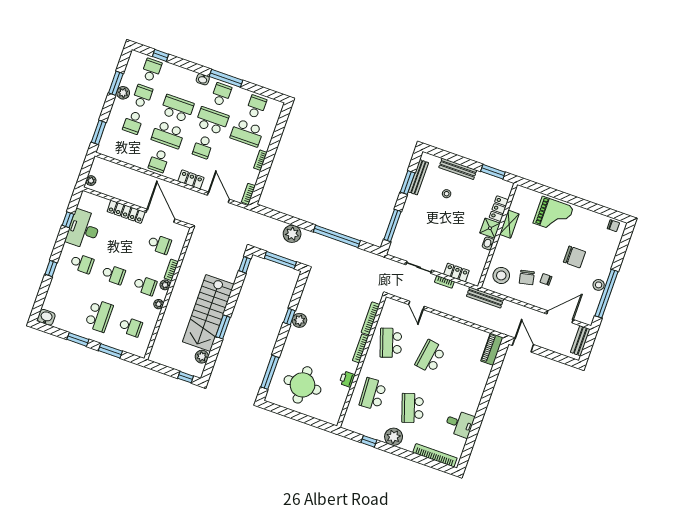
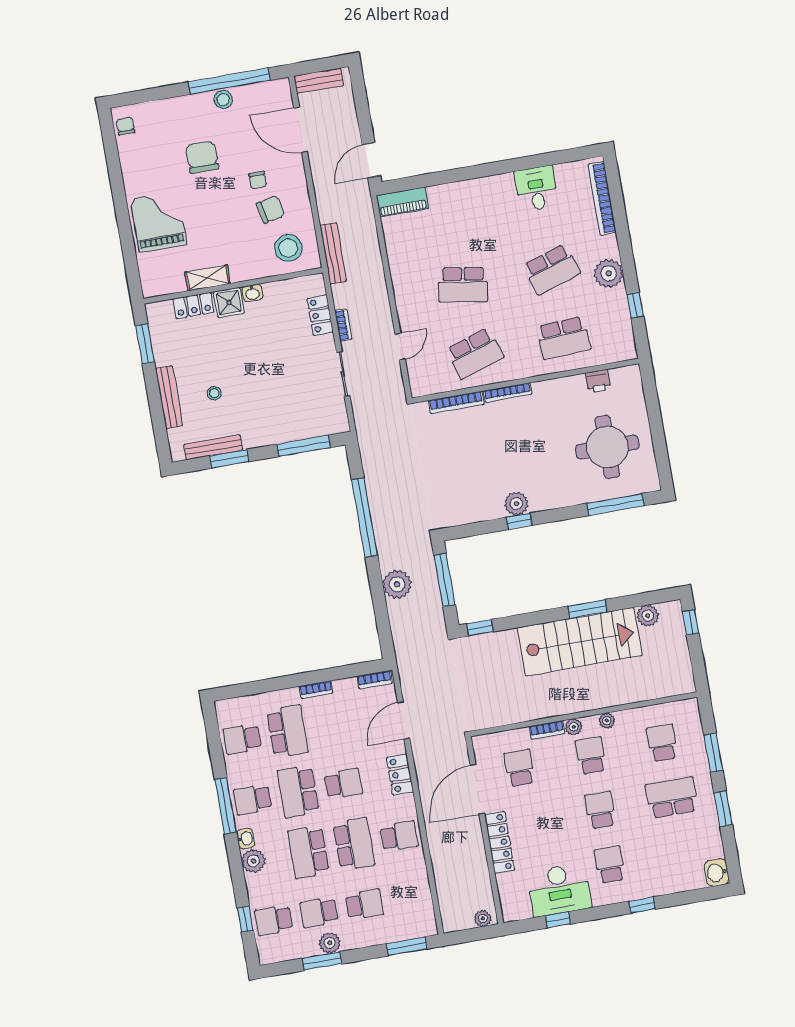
plant: (189, 77) -> (253, 861), added
printer: (347, 379) -> (598, 381), moved

